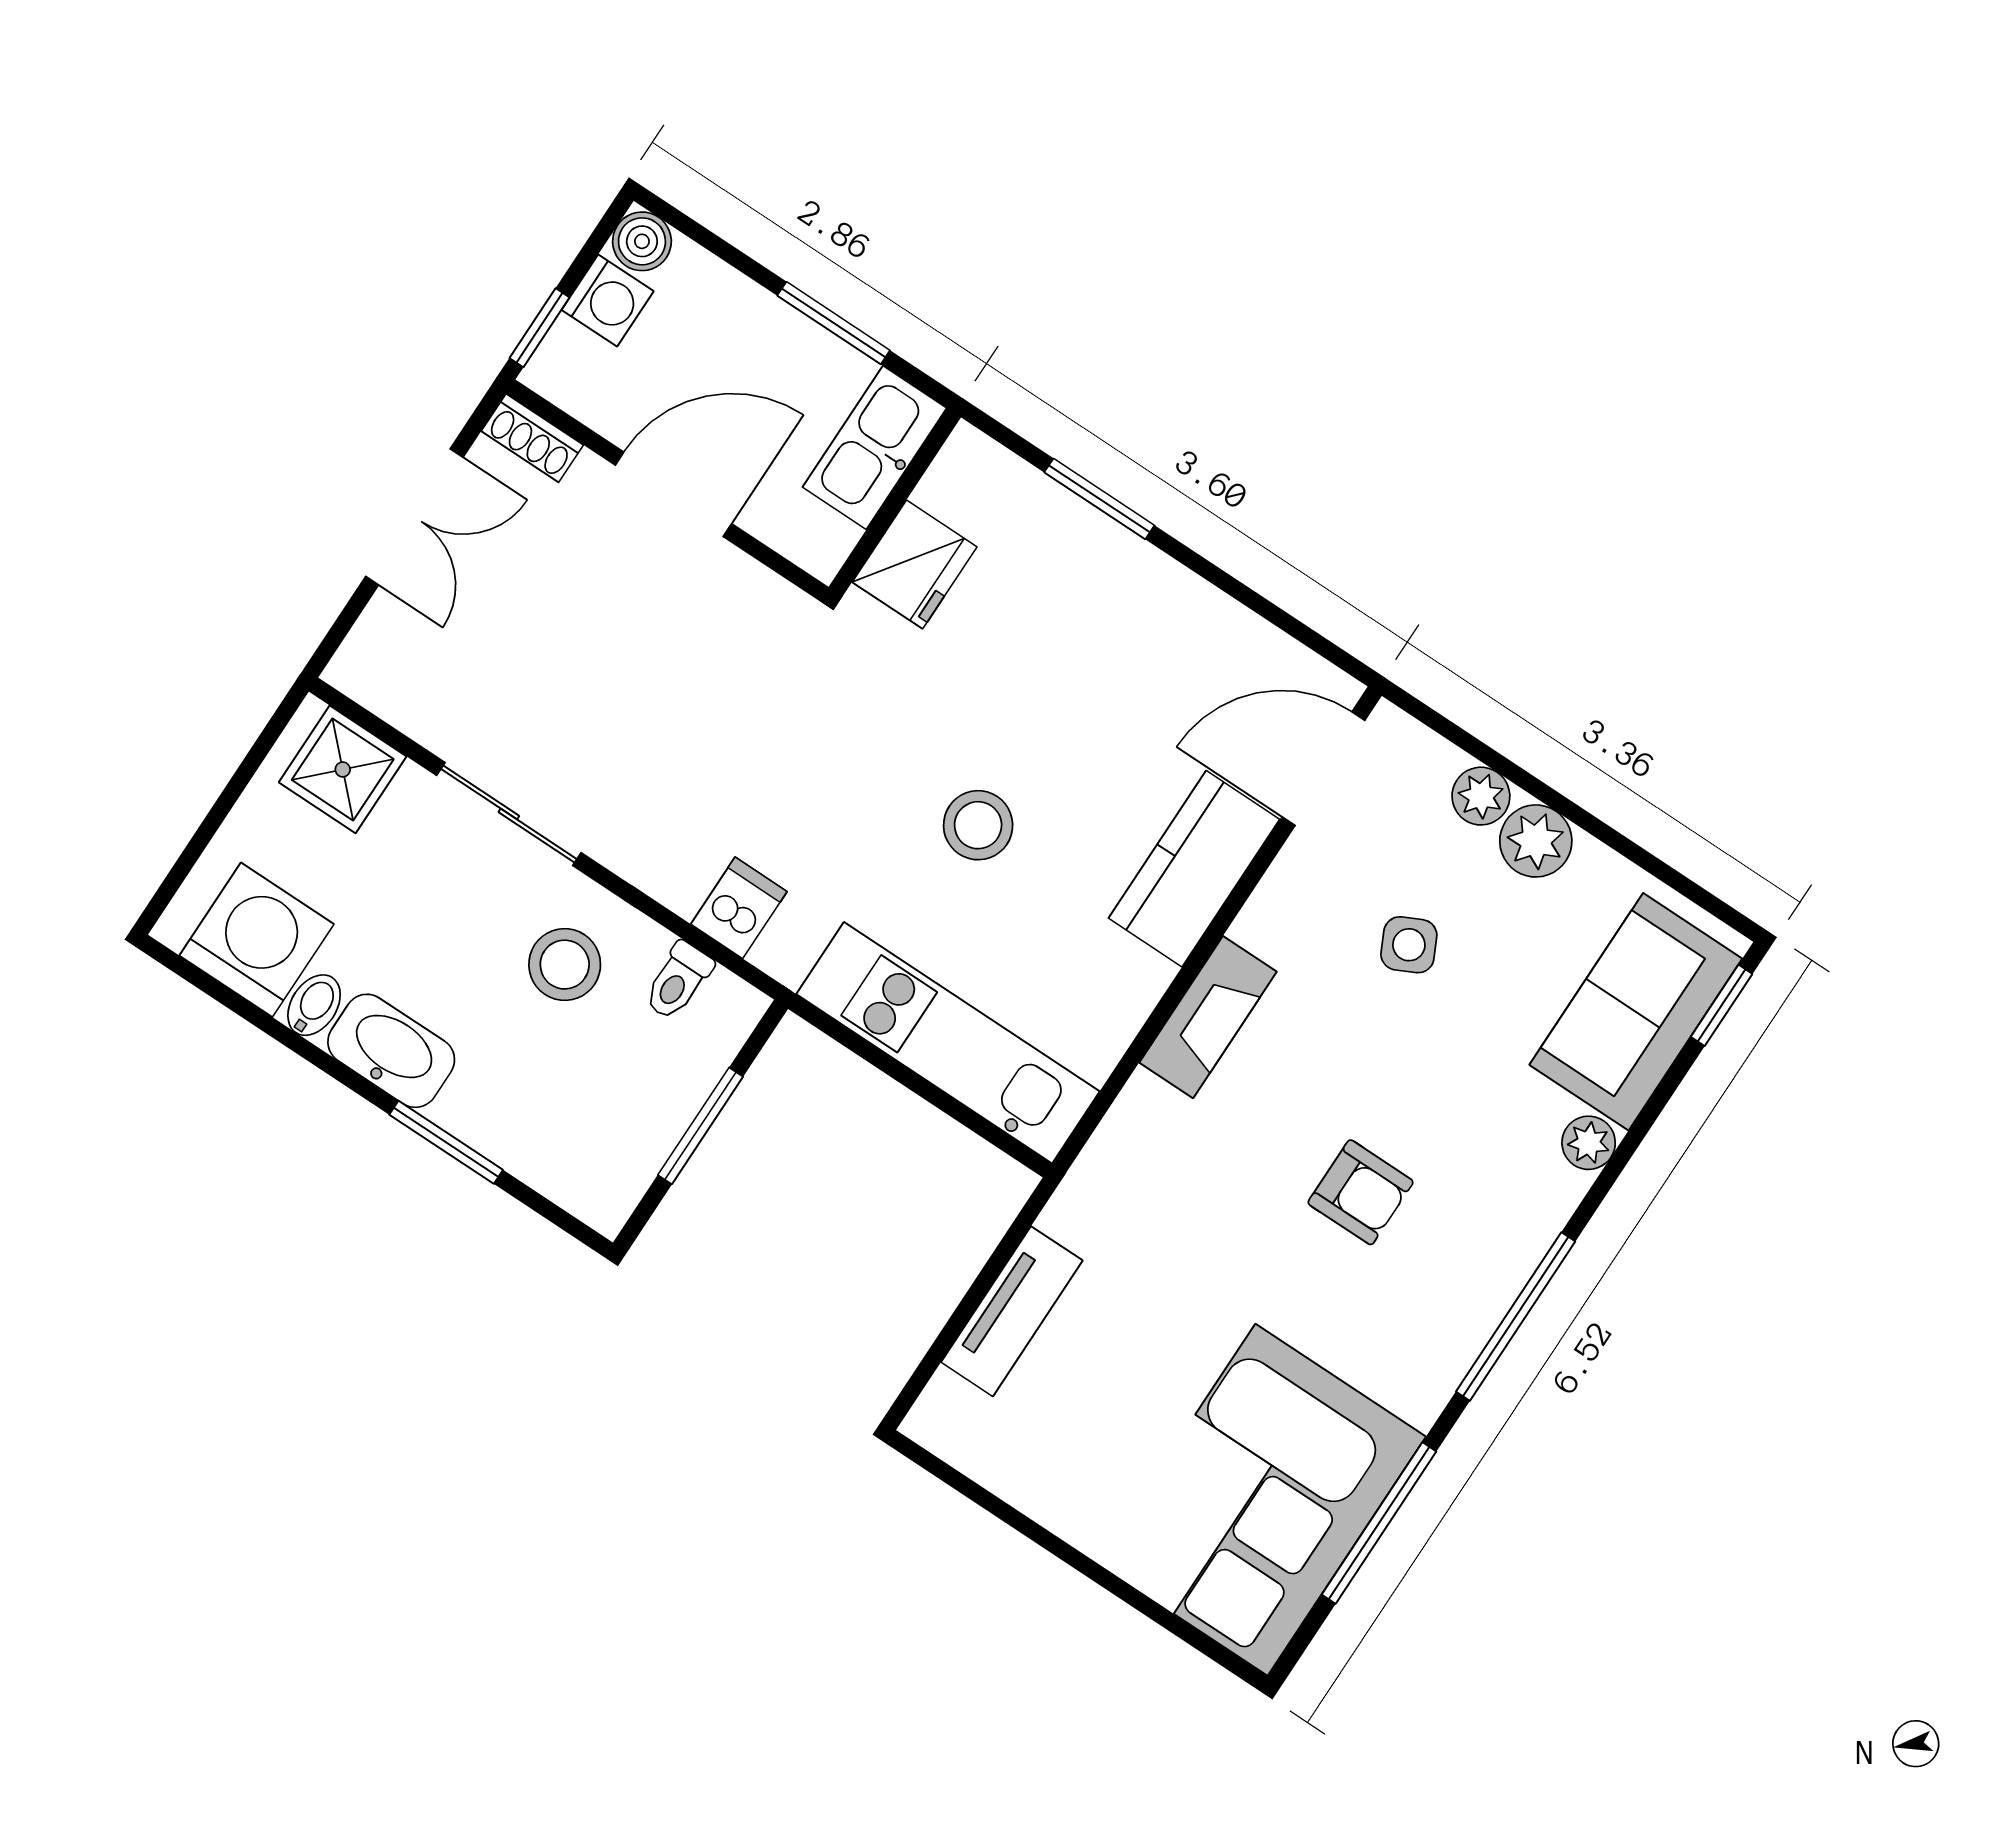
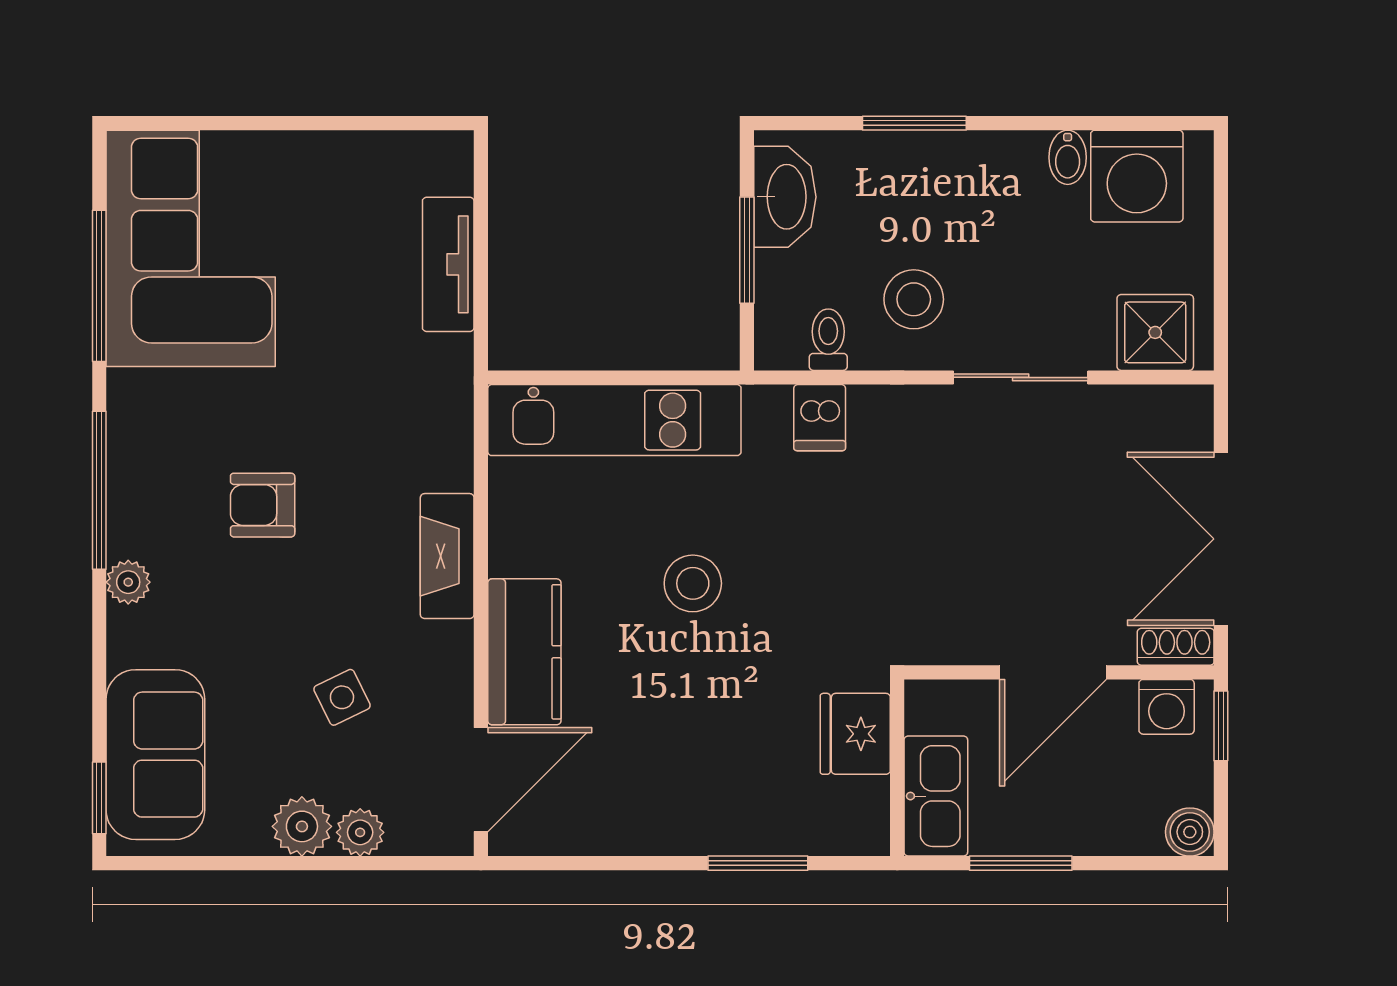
washing machine: (608, 300) -> (1167, 707), moved, turned -90
double door: (414, 517) -> (1221, 539), width x1.37
washbasin: (391, 1051) -> (785, 197), moved, turned -90
plant: (1589, 1143) -> (128, 582), moved

